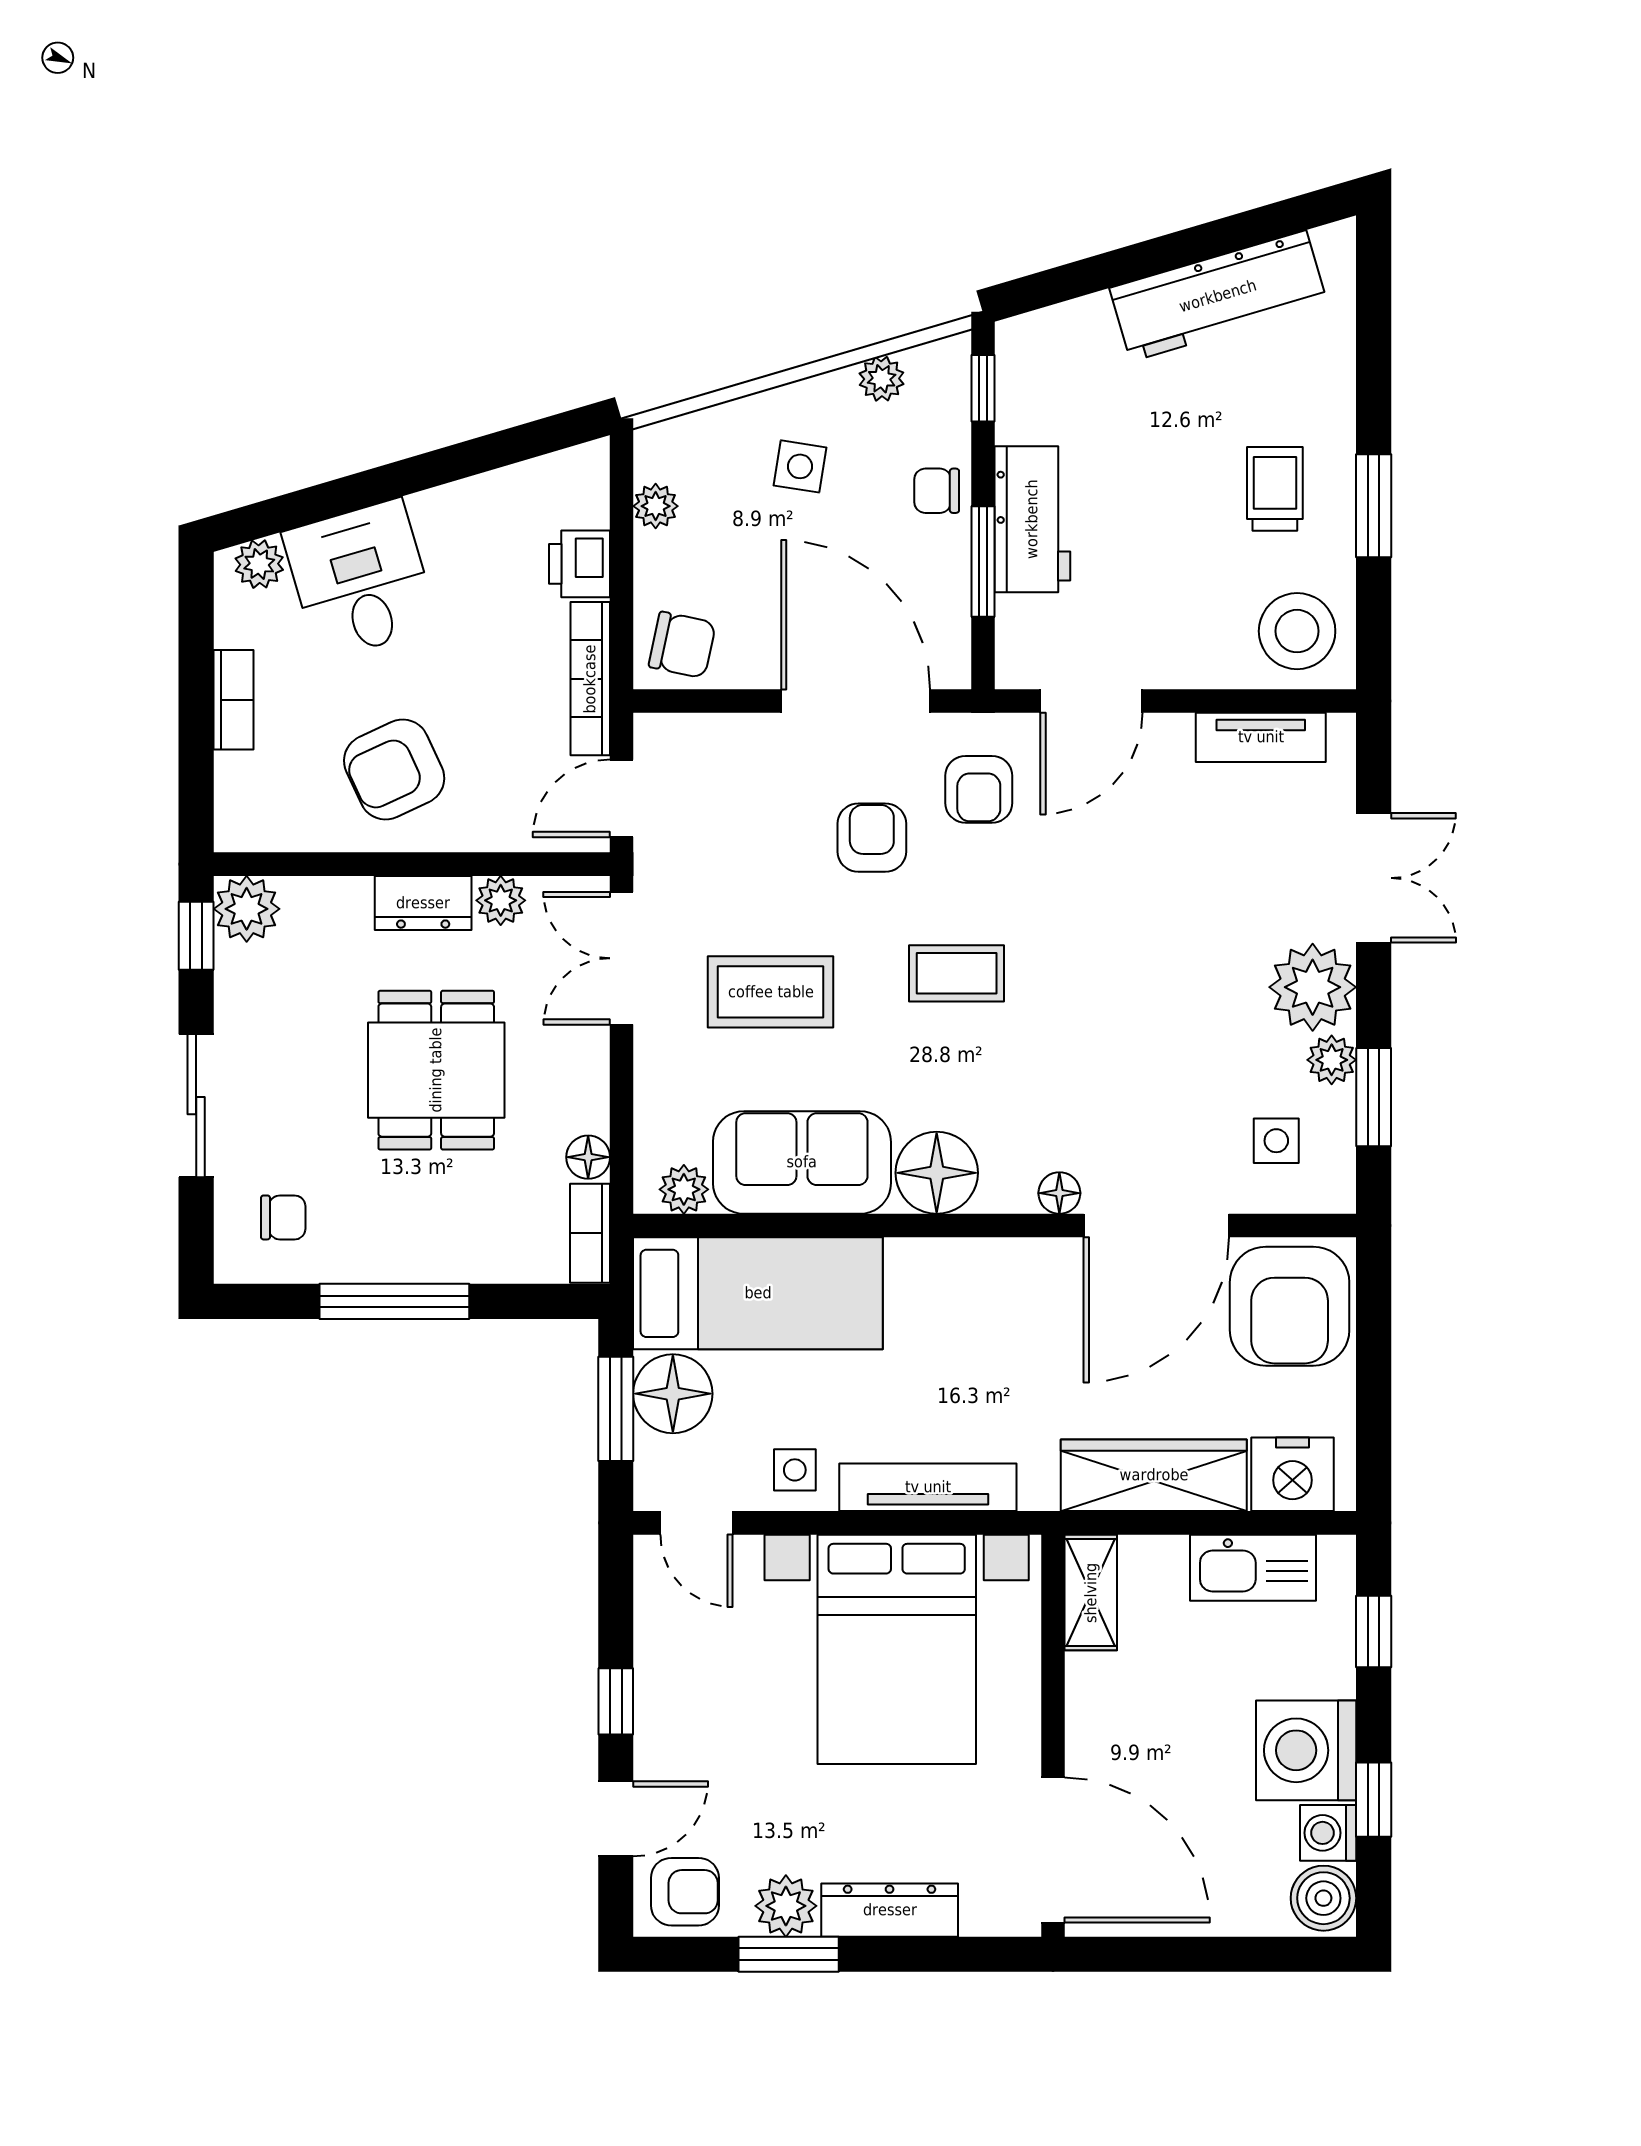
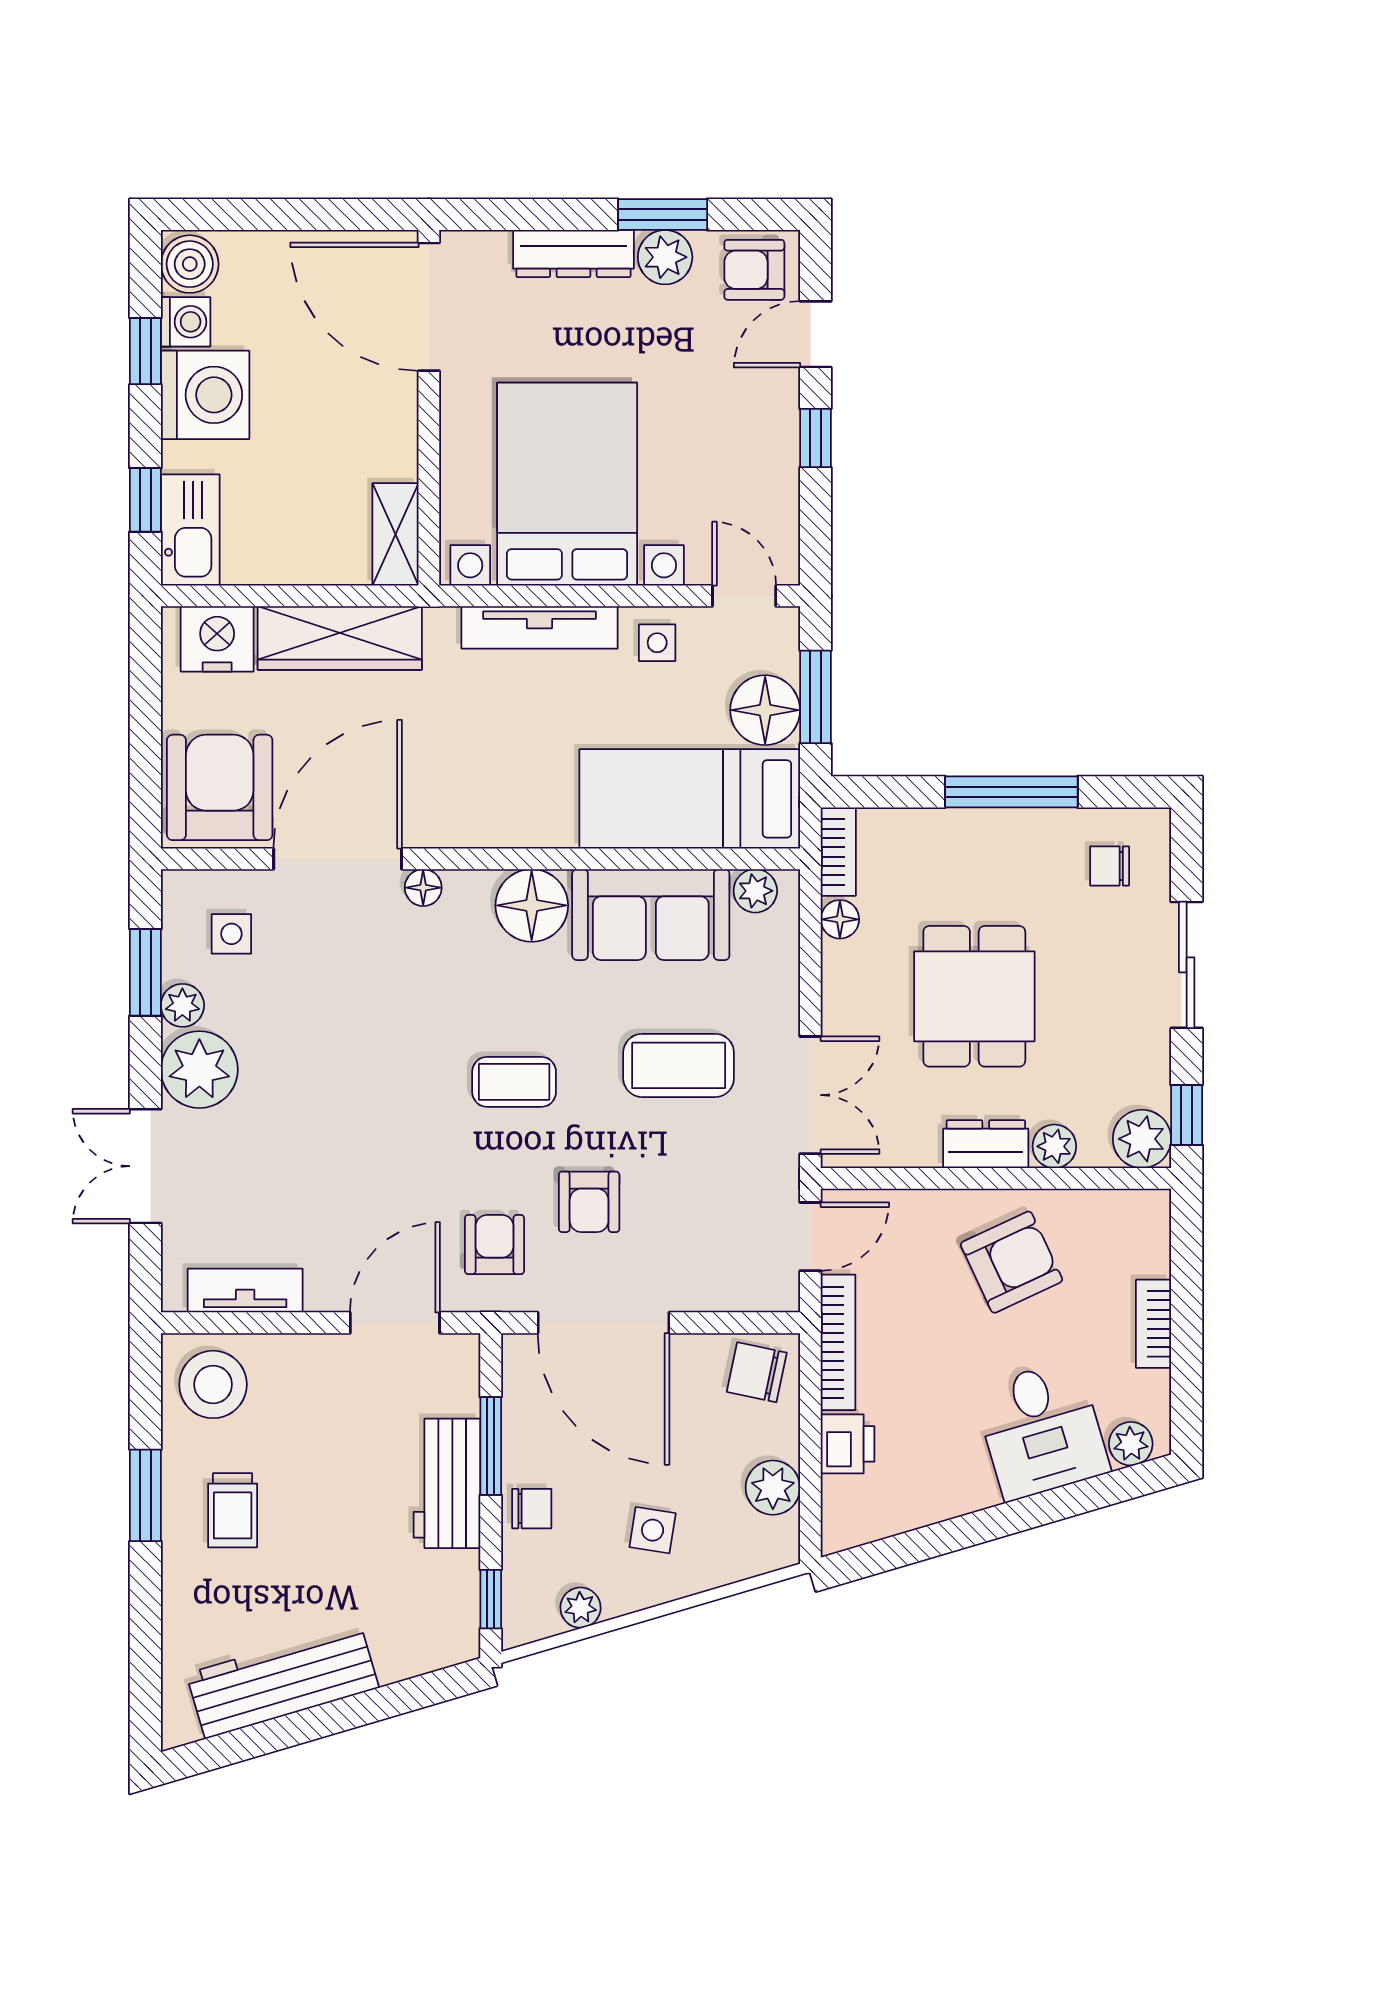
plant: (656, 506) -> (773, 1488), width x1.38, depth x1.38
plant: (501, 900) -> (1054, 1146), moved
kitchen sink: (1253, 1568) -> (190, 530), moved, turned 90

